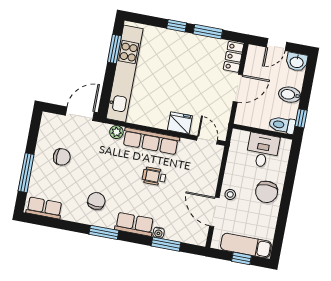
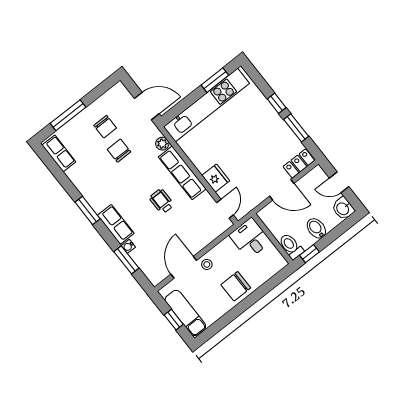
desk: (263, 150) -> (250, 238), moved, turned -90
chair: (96, 201) -> (119, 151), moved, turned -94

